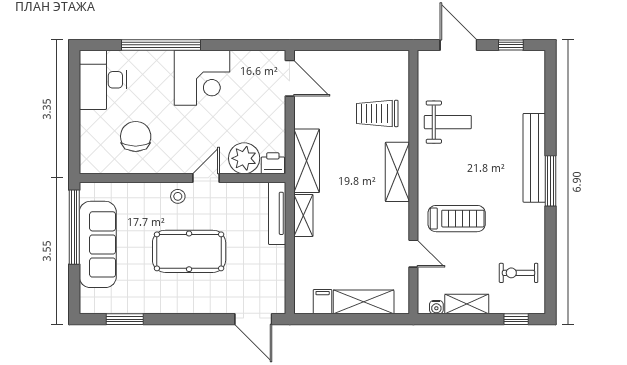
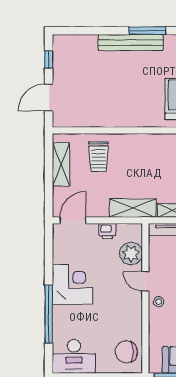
weight bench: (448, 122) -> (105, 105), removed
chair: (136, 136) -> (126, 352), moved
printer: (273, 163) -> (107, 231), moved, turned -90
shelving: (397, 172) -> (61, 165), moved, turned 90

